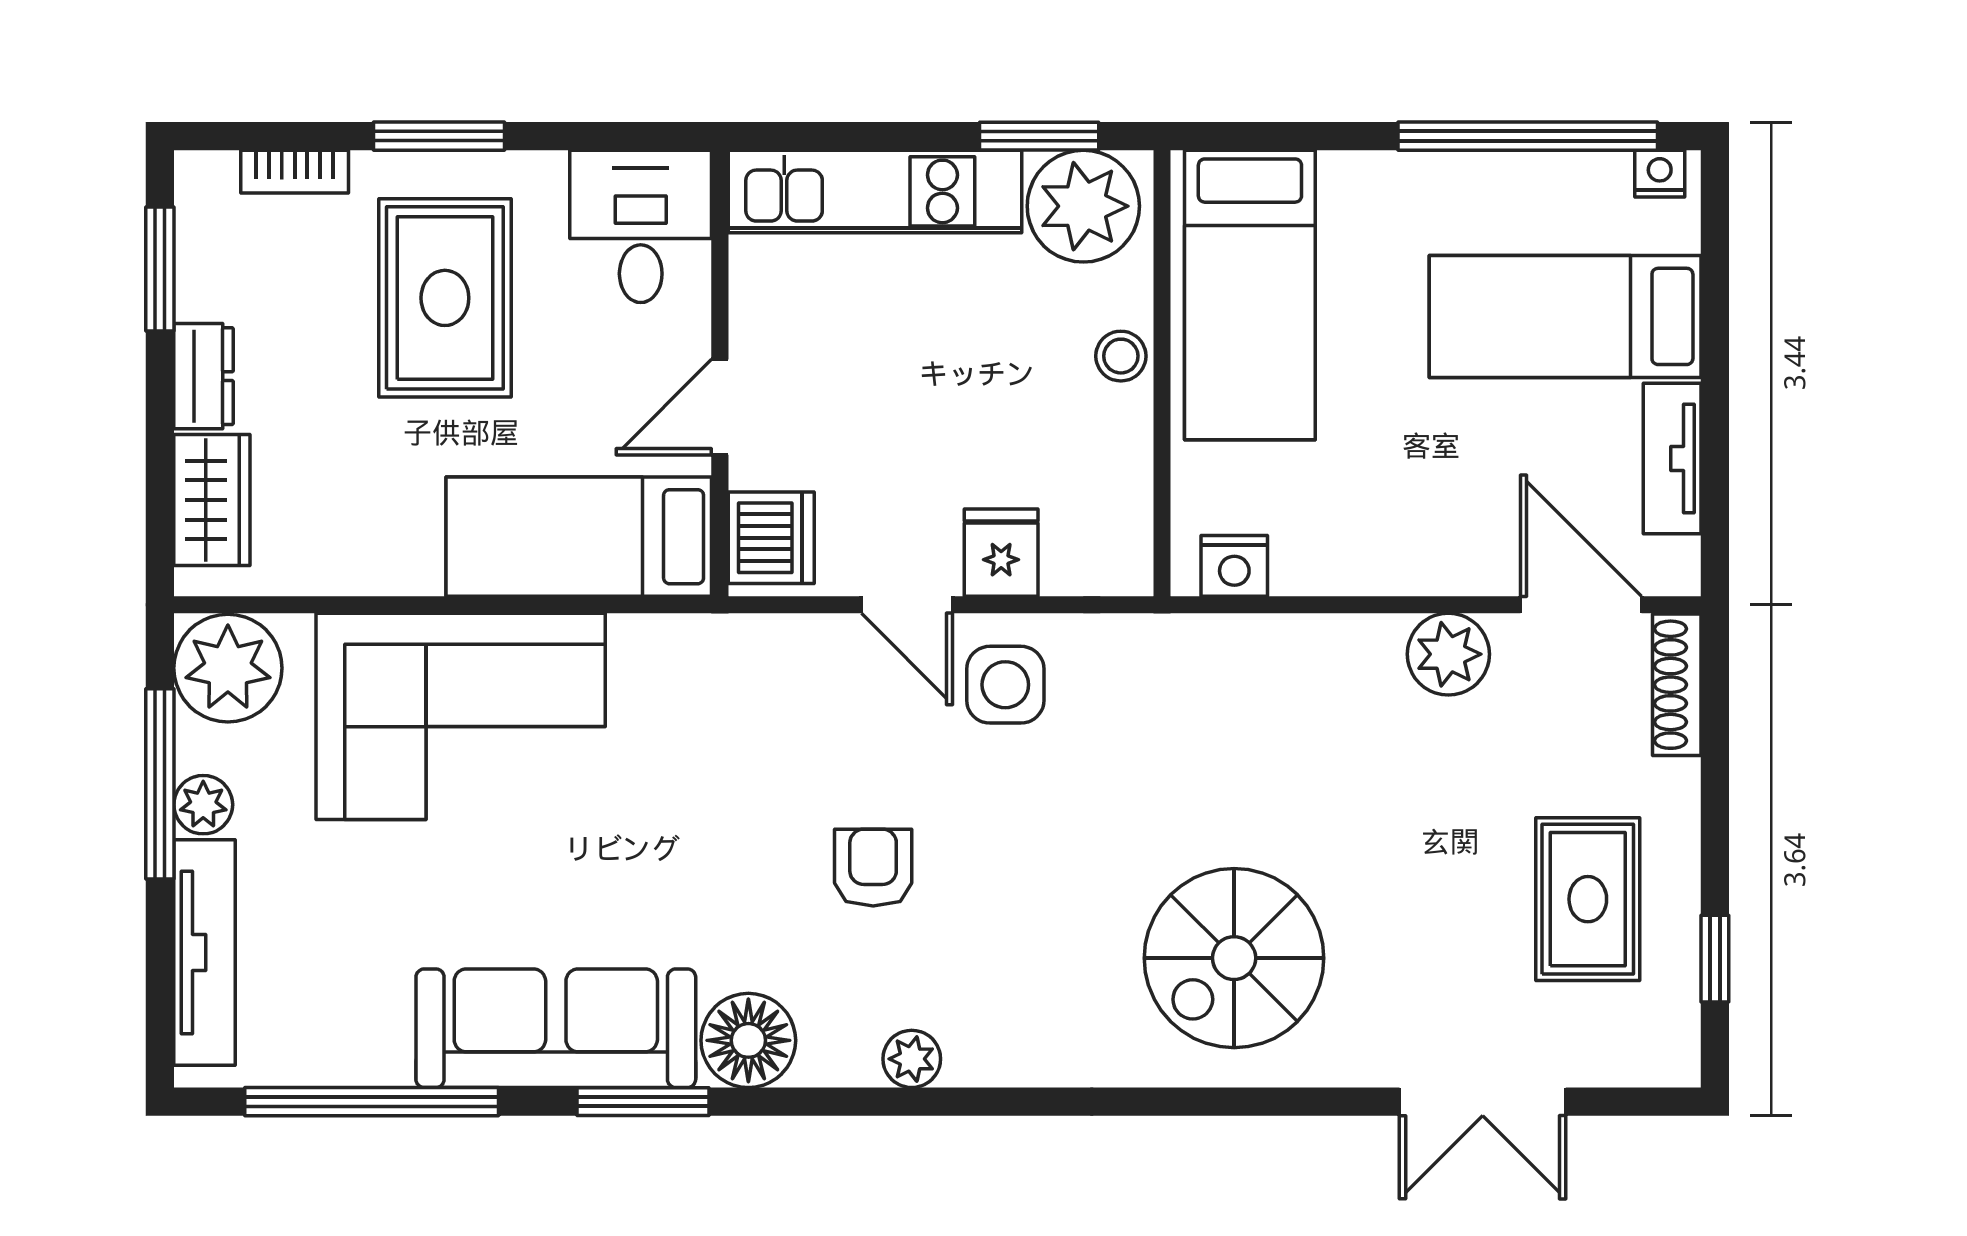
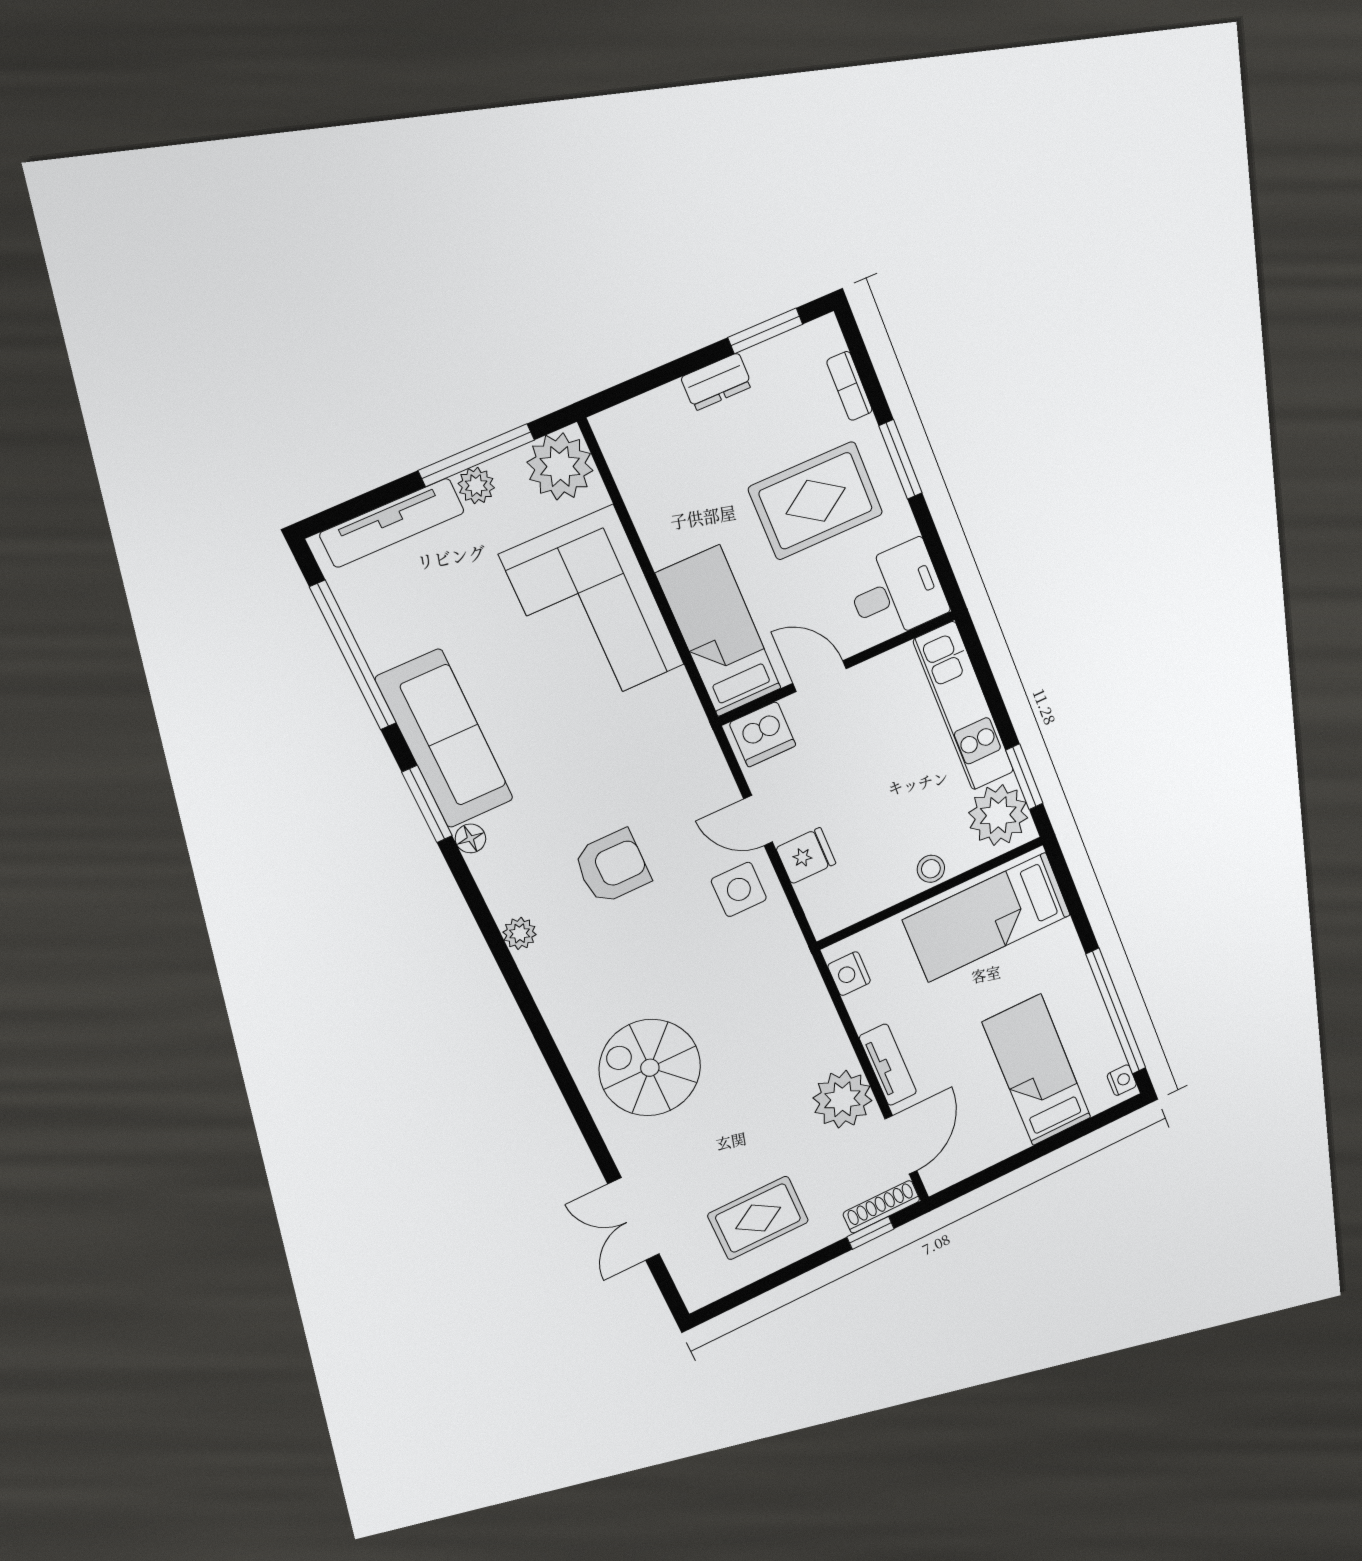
tv unit: (1672, 459) -> (888, 1065), moved, turned 90
wardrobe: (212, 500) -> (650, 416), removed
door: (907, 605) -> (758, 821), hinge flipped
plant: (1448, 654) -> (842, 1099), width x1.36, depth x1.36
armchair: (873, 868) -> (612, 867), width x1.38, depth x1.38
window: (1715, 959) -> (870, 1233), moved
floor lamp: (748, 1040) -> (470, 838), width x0.53, depth x0.53

